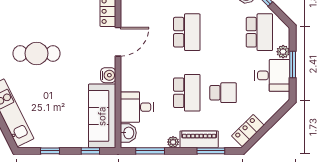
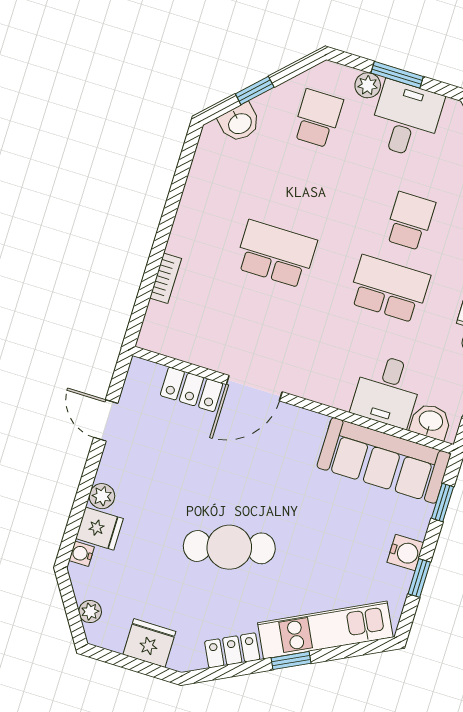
school desk: (259, 32) -> (318, 118), width x0.54
door: (118, 42) -> (254, 388), swing flipped
cafe table: (37, 53) -> (229, 547), turned 75
water cooler: (108, 75) -> (405, 552), moved, turned 90

